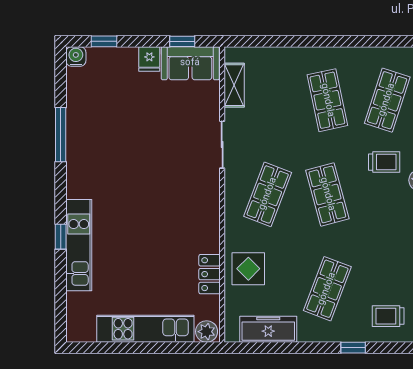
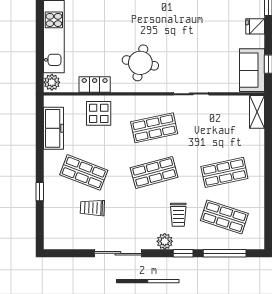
fridge: (149, 59) -> (255, 26), moved
shelving: (234, 85) -> (257, 112), moved, turned 90
shop shelf: (268, 194) -> (154, 128), turned -33
round table: (181, 213) -> (140, 63), added
trolley: (388, 316) -> (92, 208), moved, turned -88

